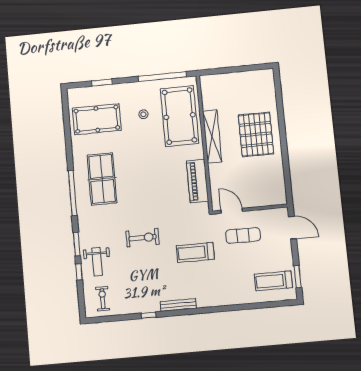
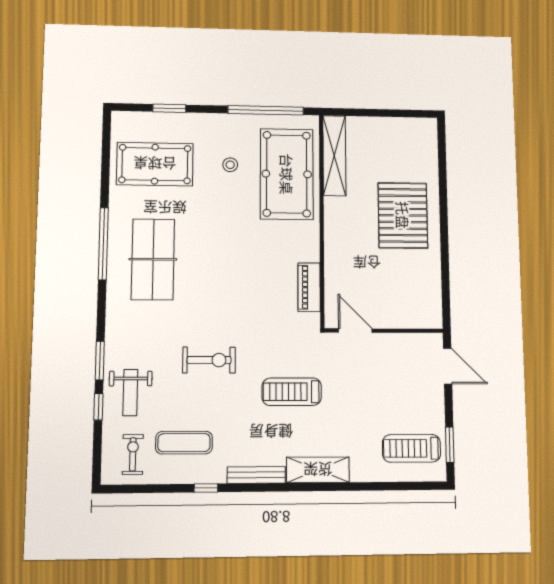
shelving: (212, 136) -> (334, 156), moved
piano: (197, 181) -> (309, 287), width x0.73, depth x0.75
window: (73, 193) -> (103, 244), moved
exercise mat: (243, 235) -> (184, 443), moved
shelving: (216, 299) -> (318, 470), added

